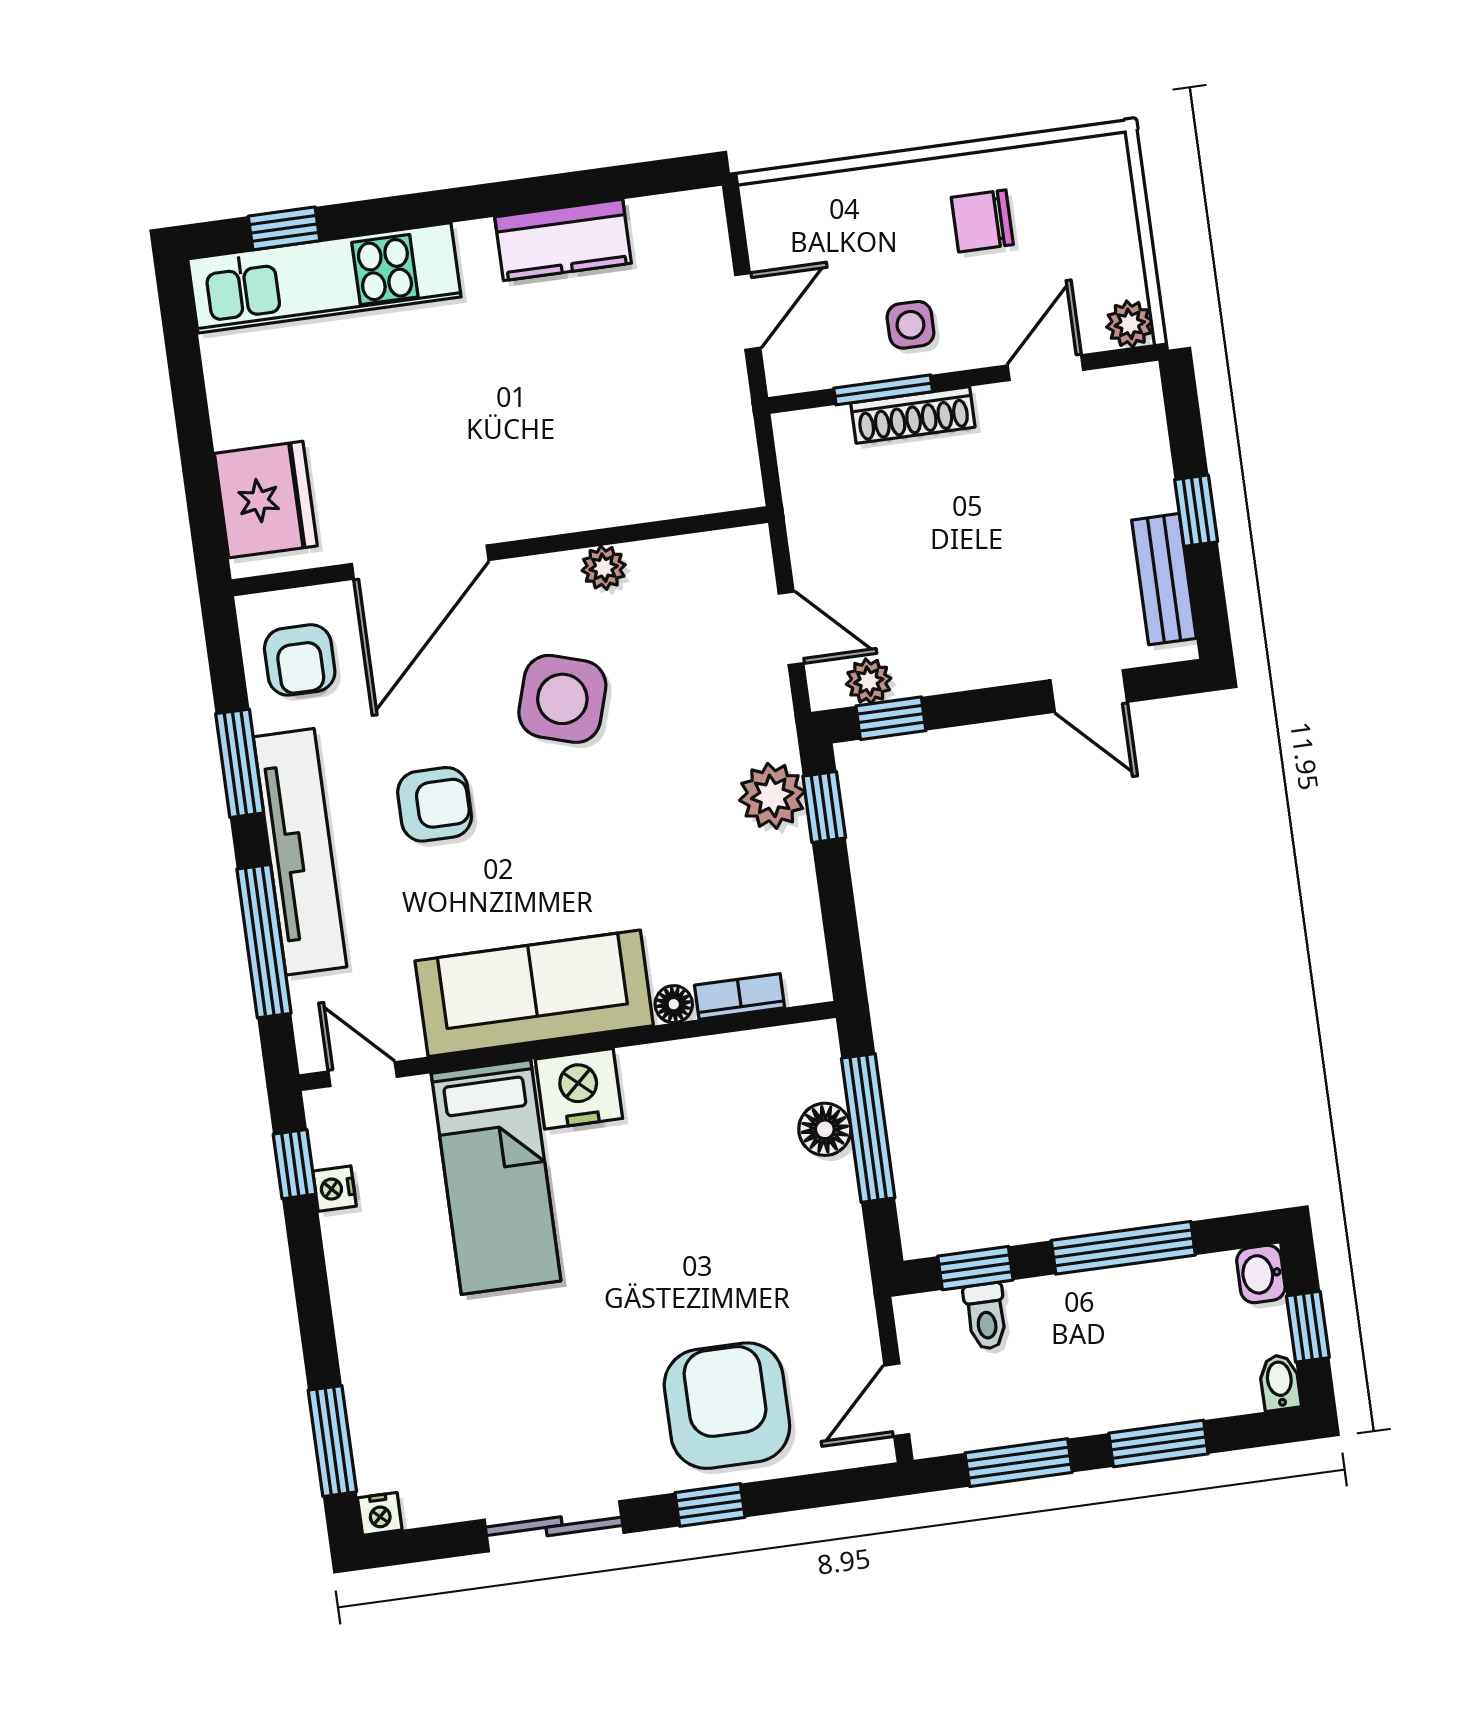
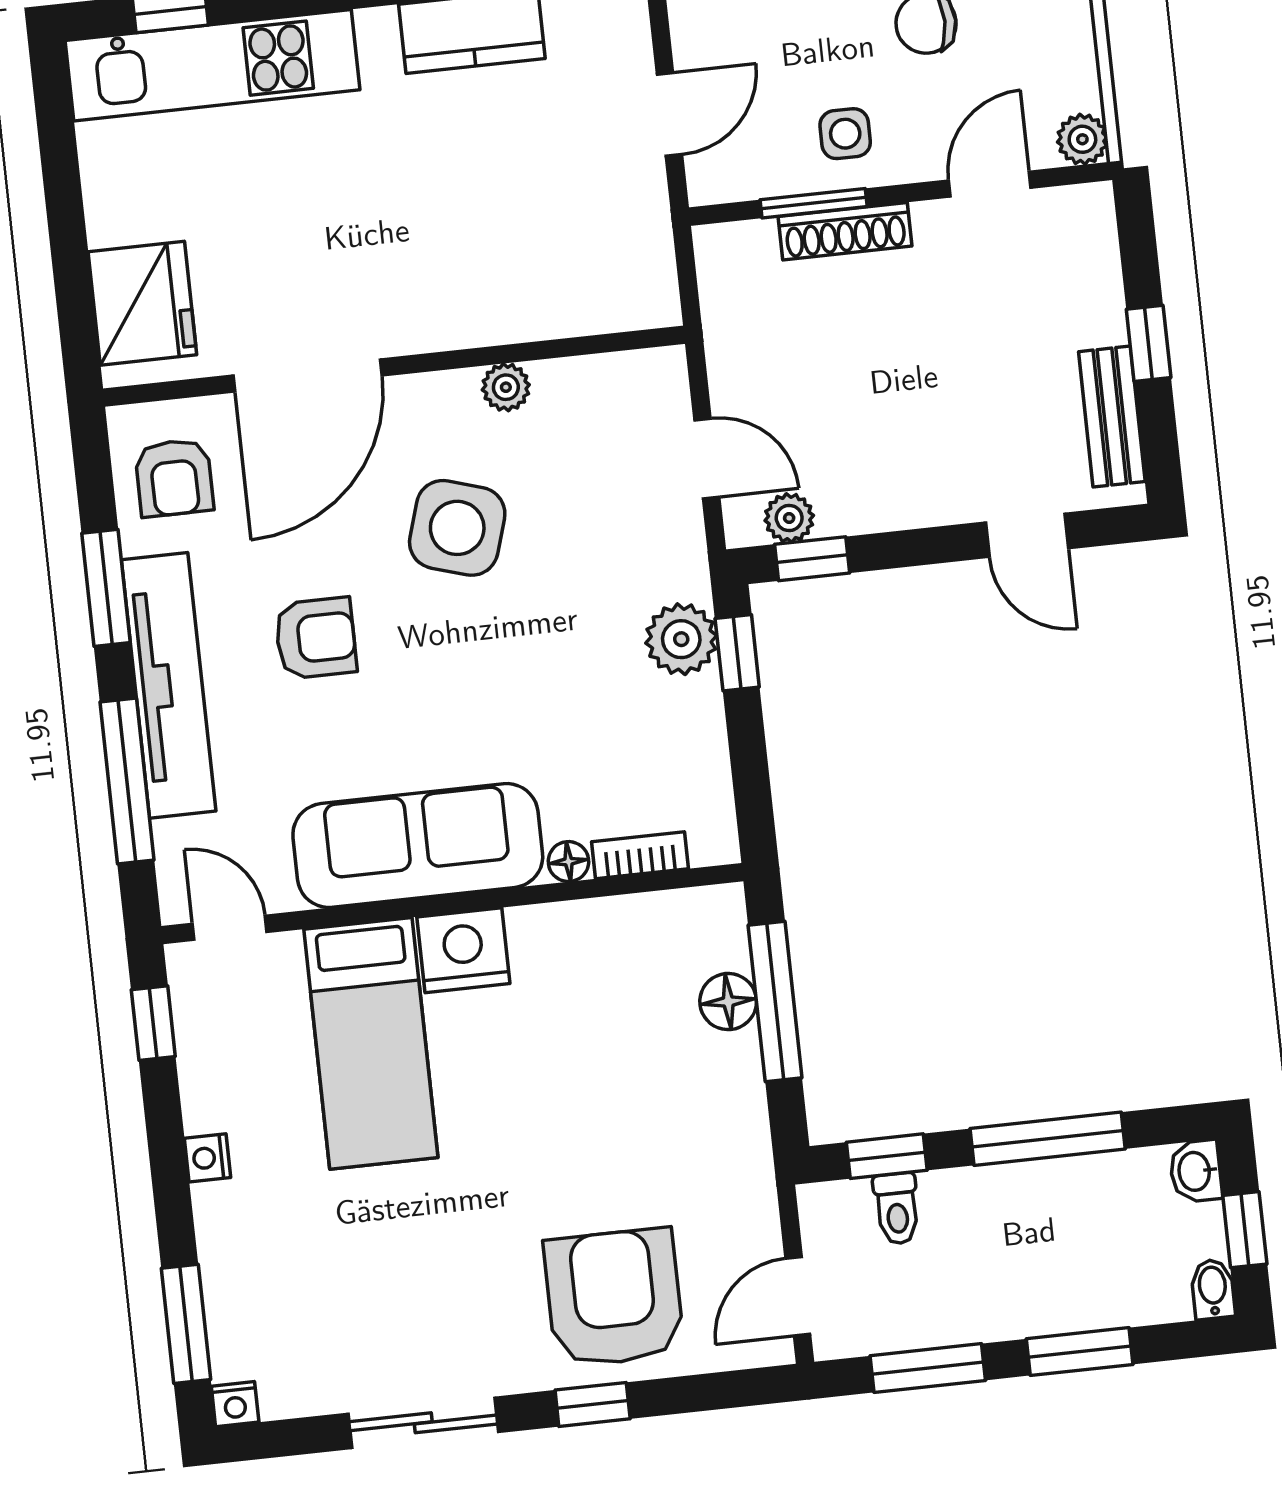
nightstand: (334, 1189) -> (207, 1158), moved

